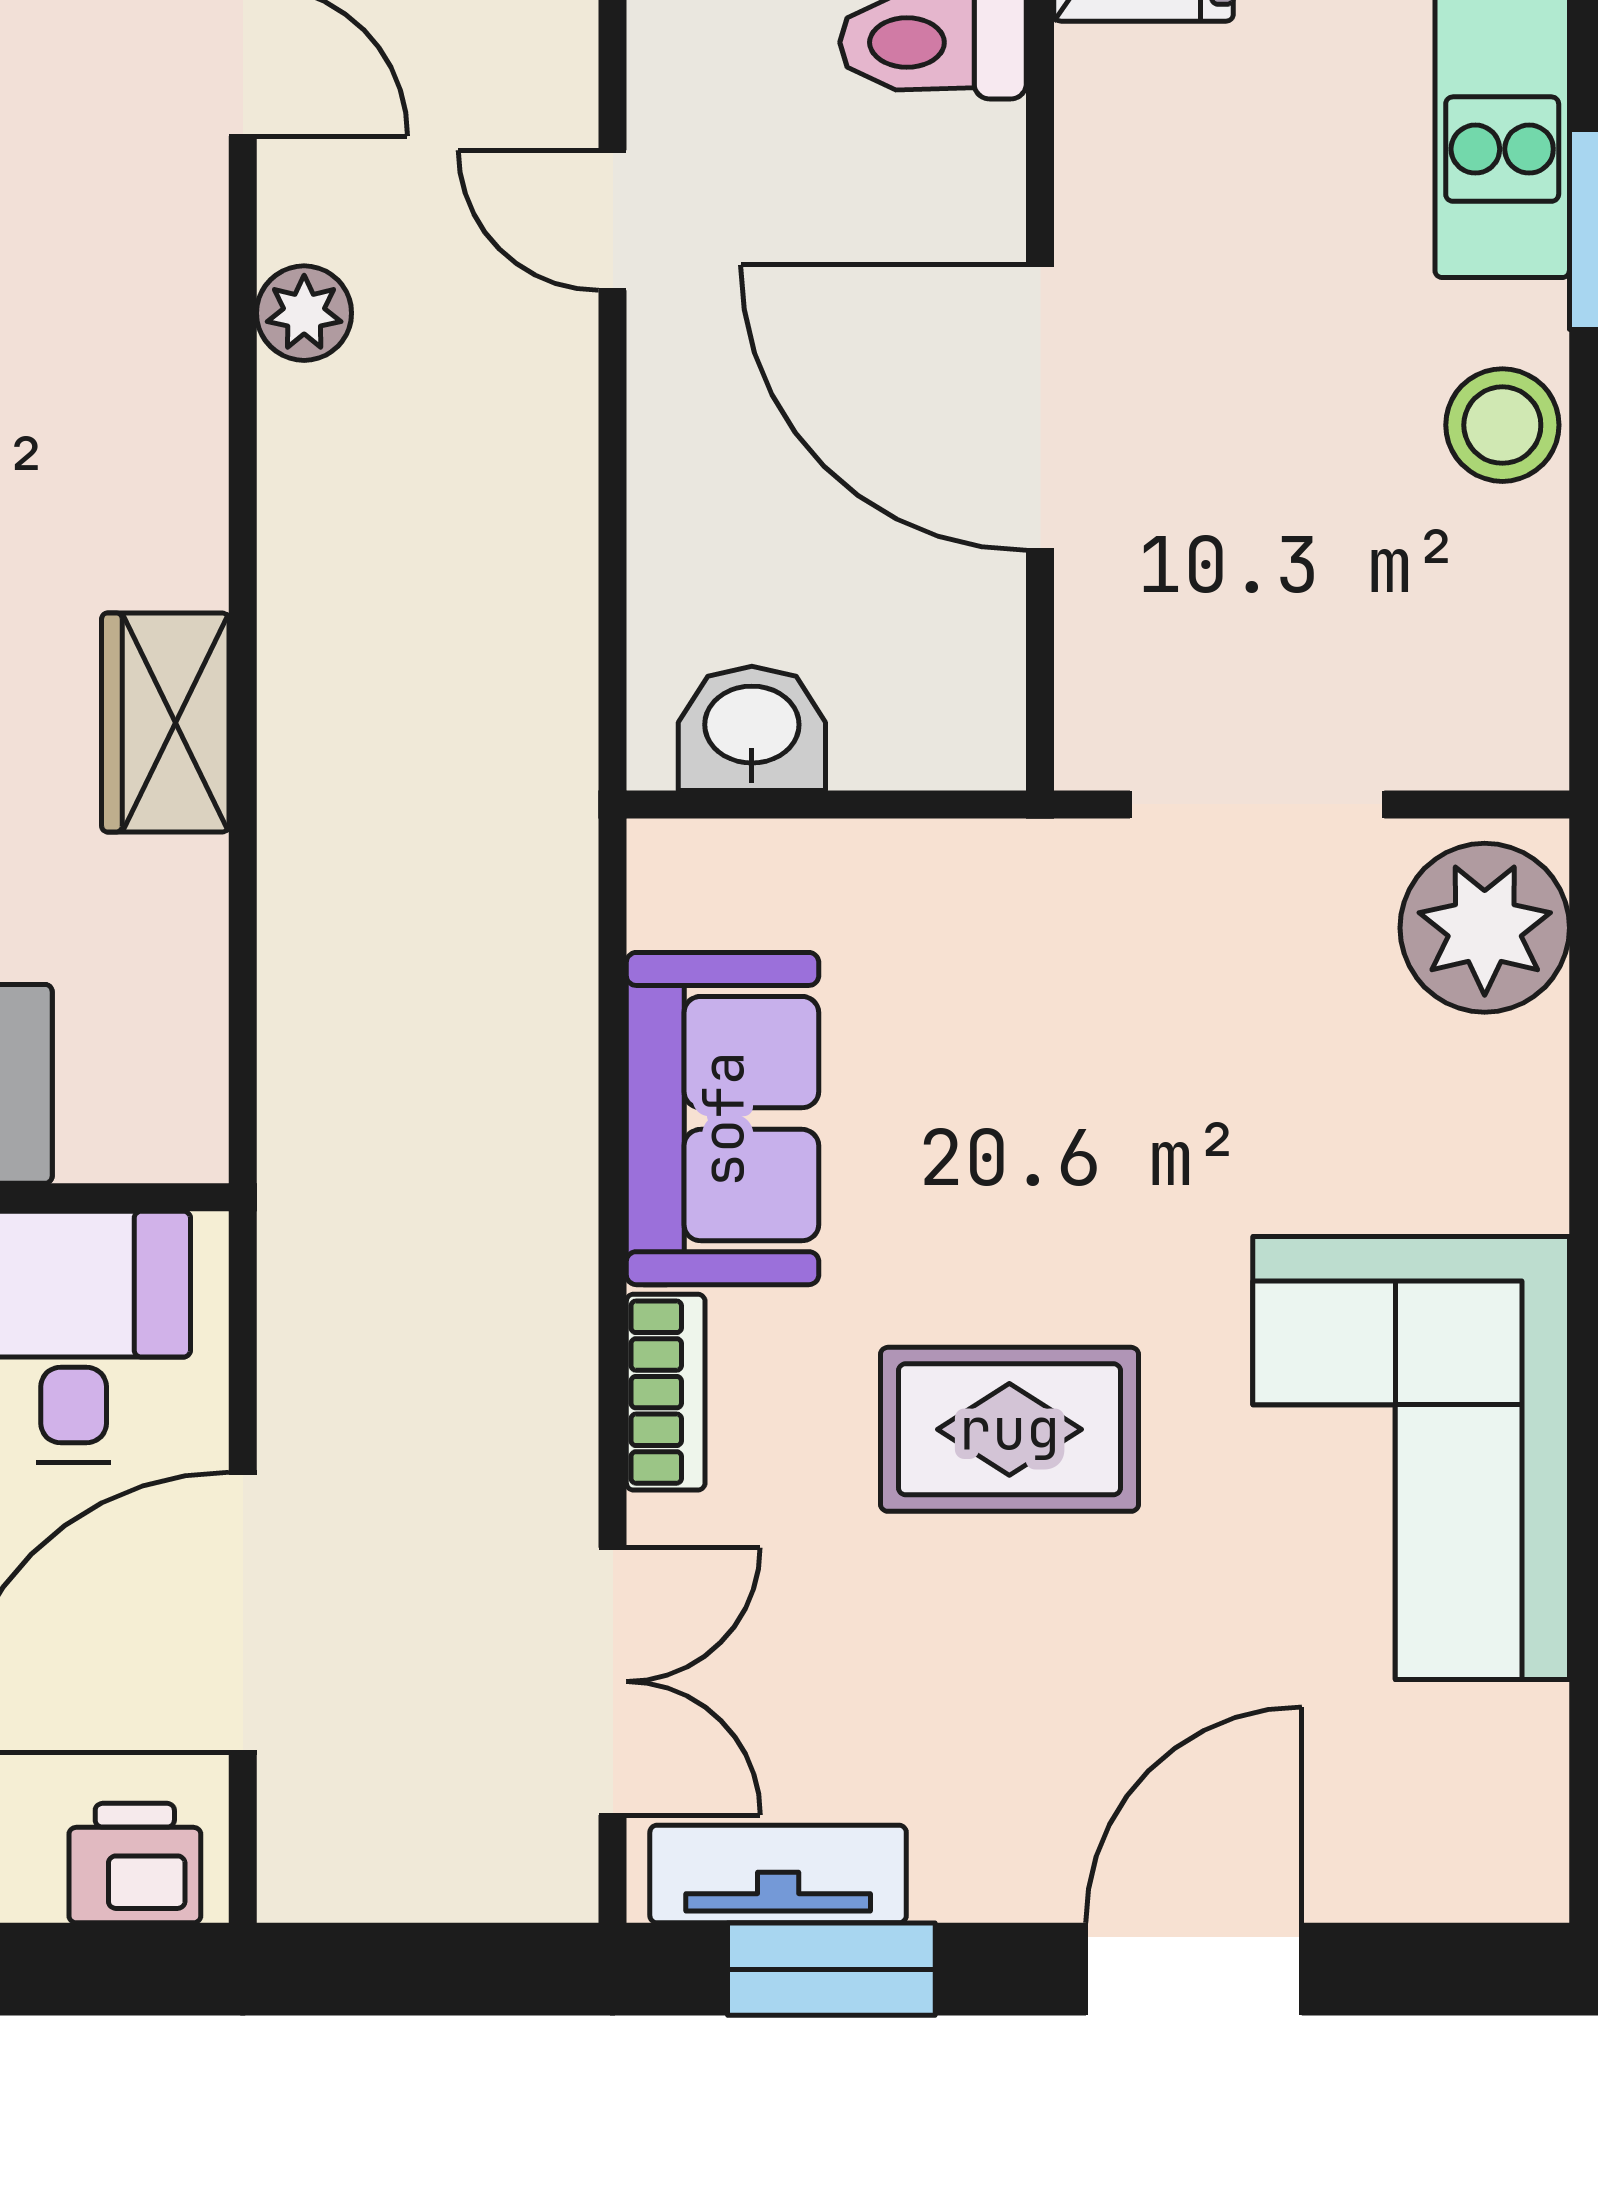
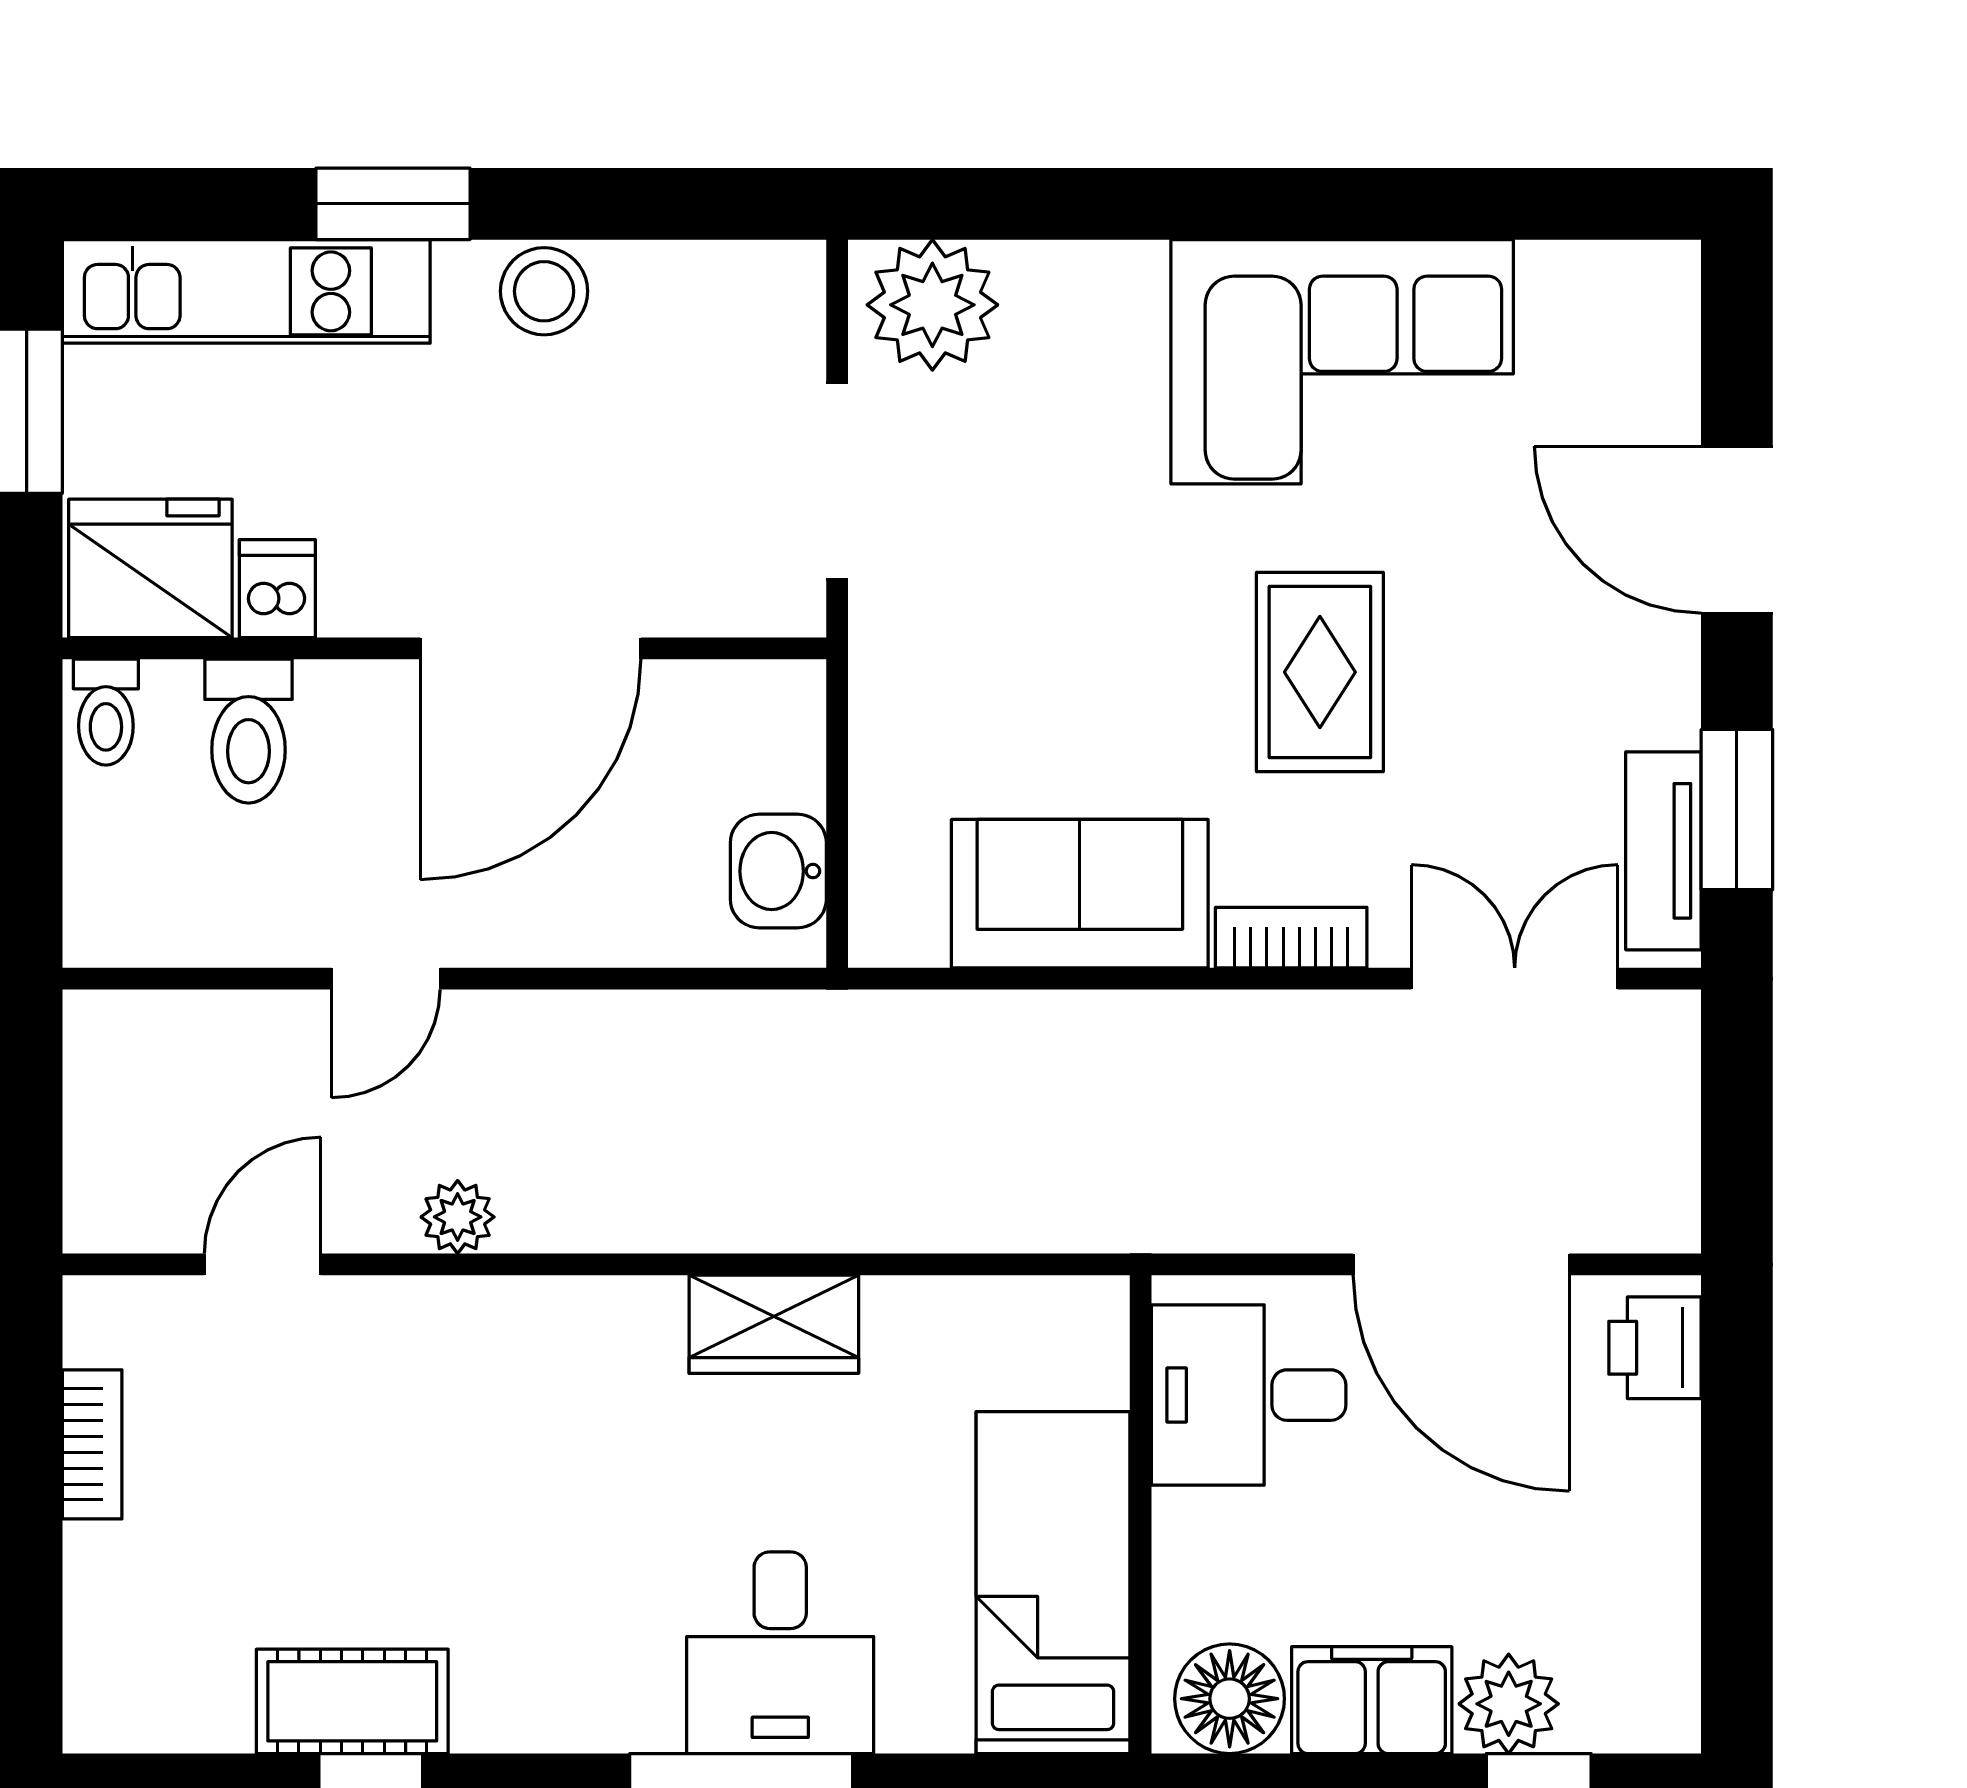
dishwasher: (1117, 80) -> (277, 589), added

